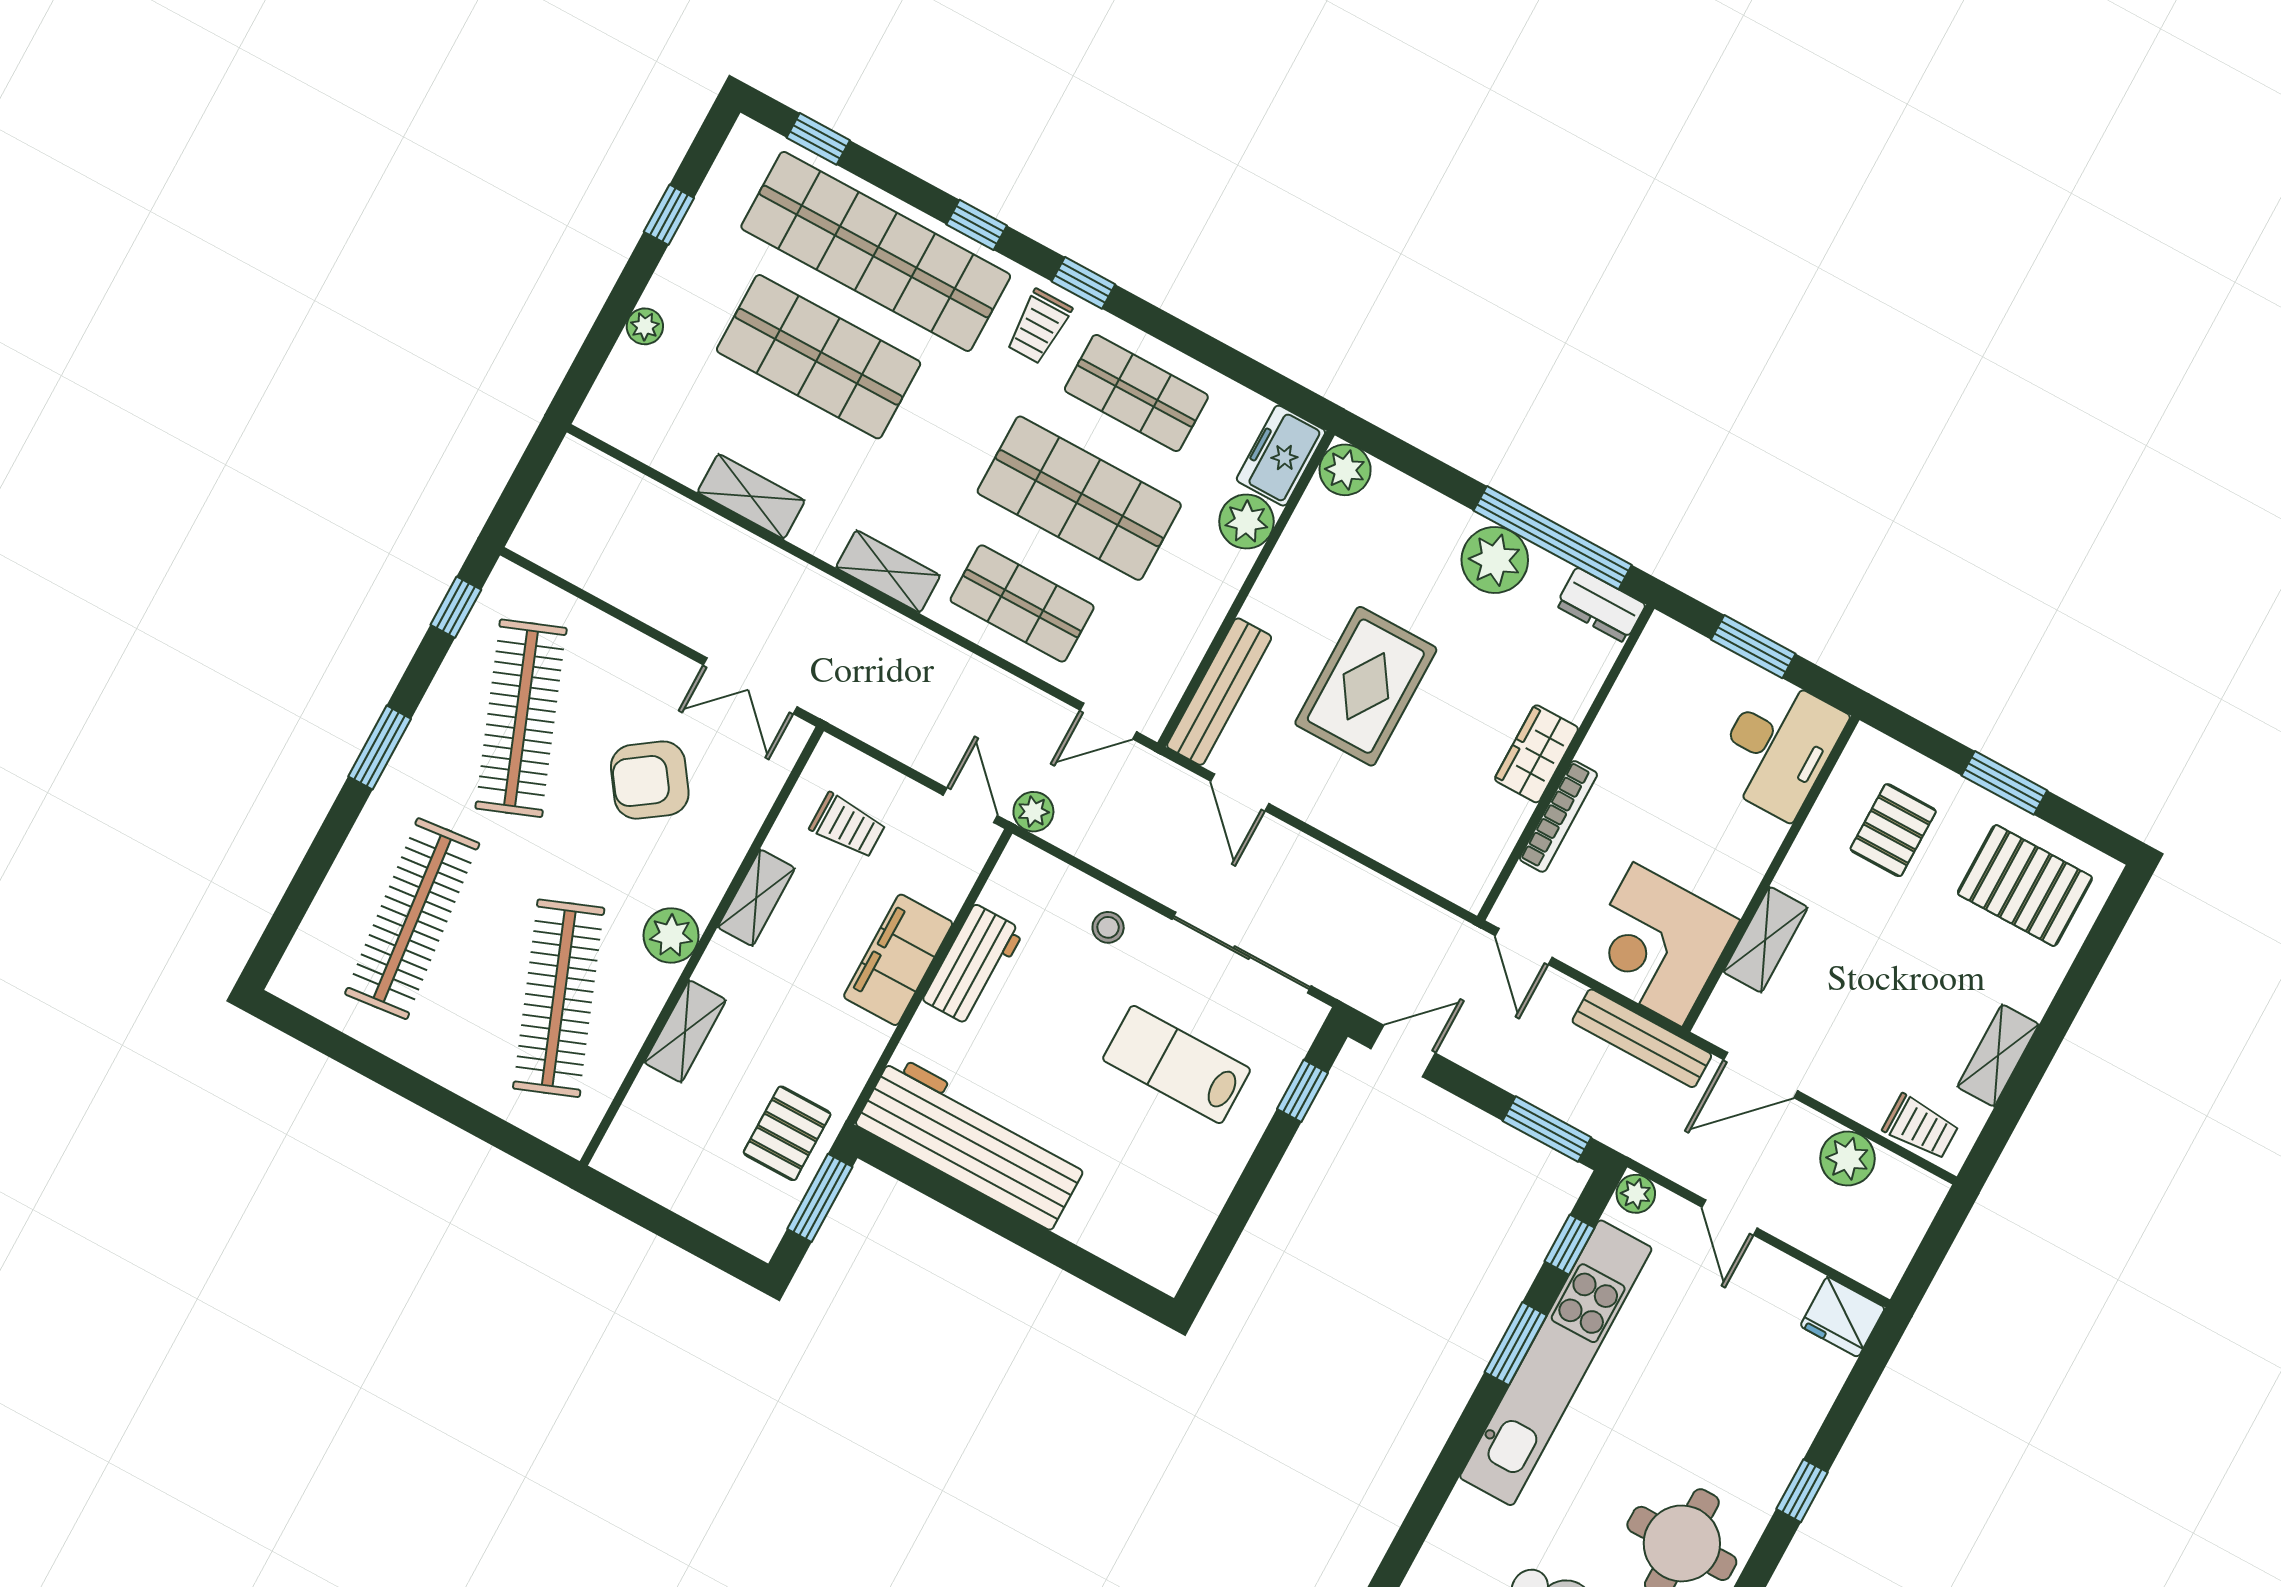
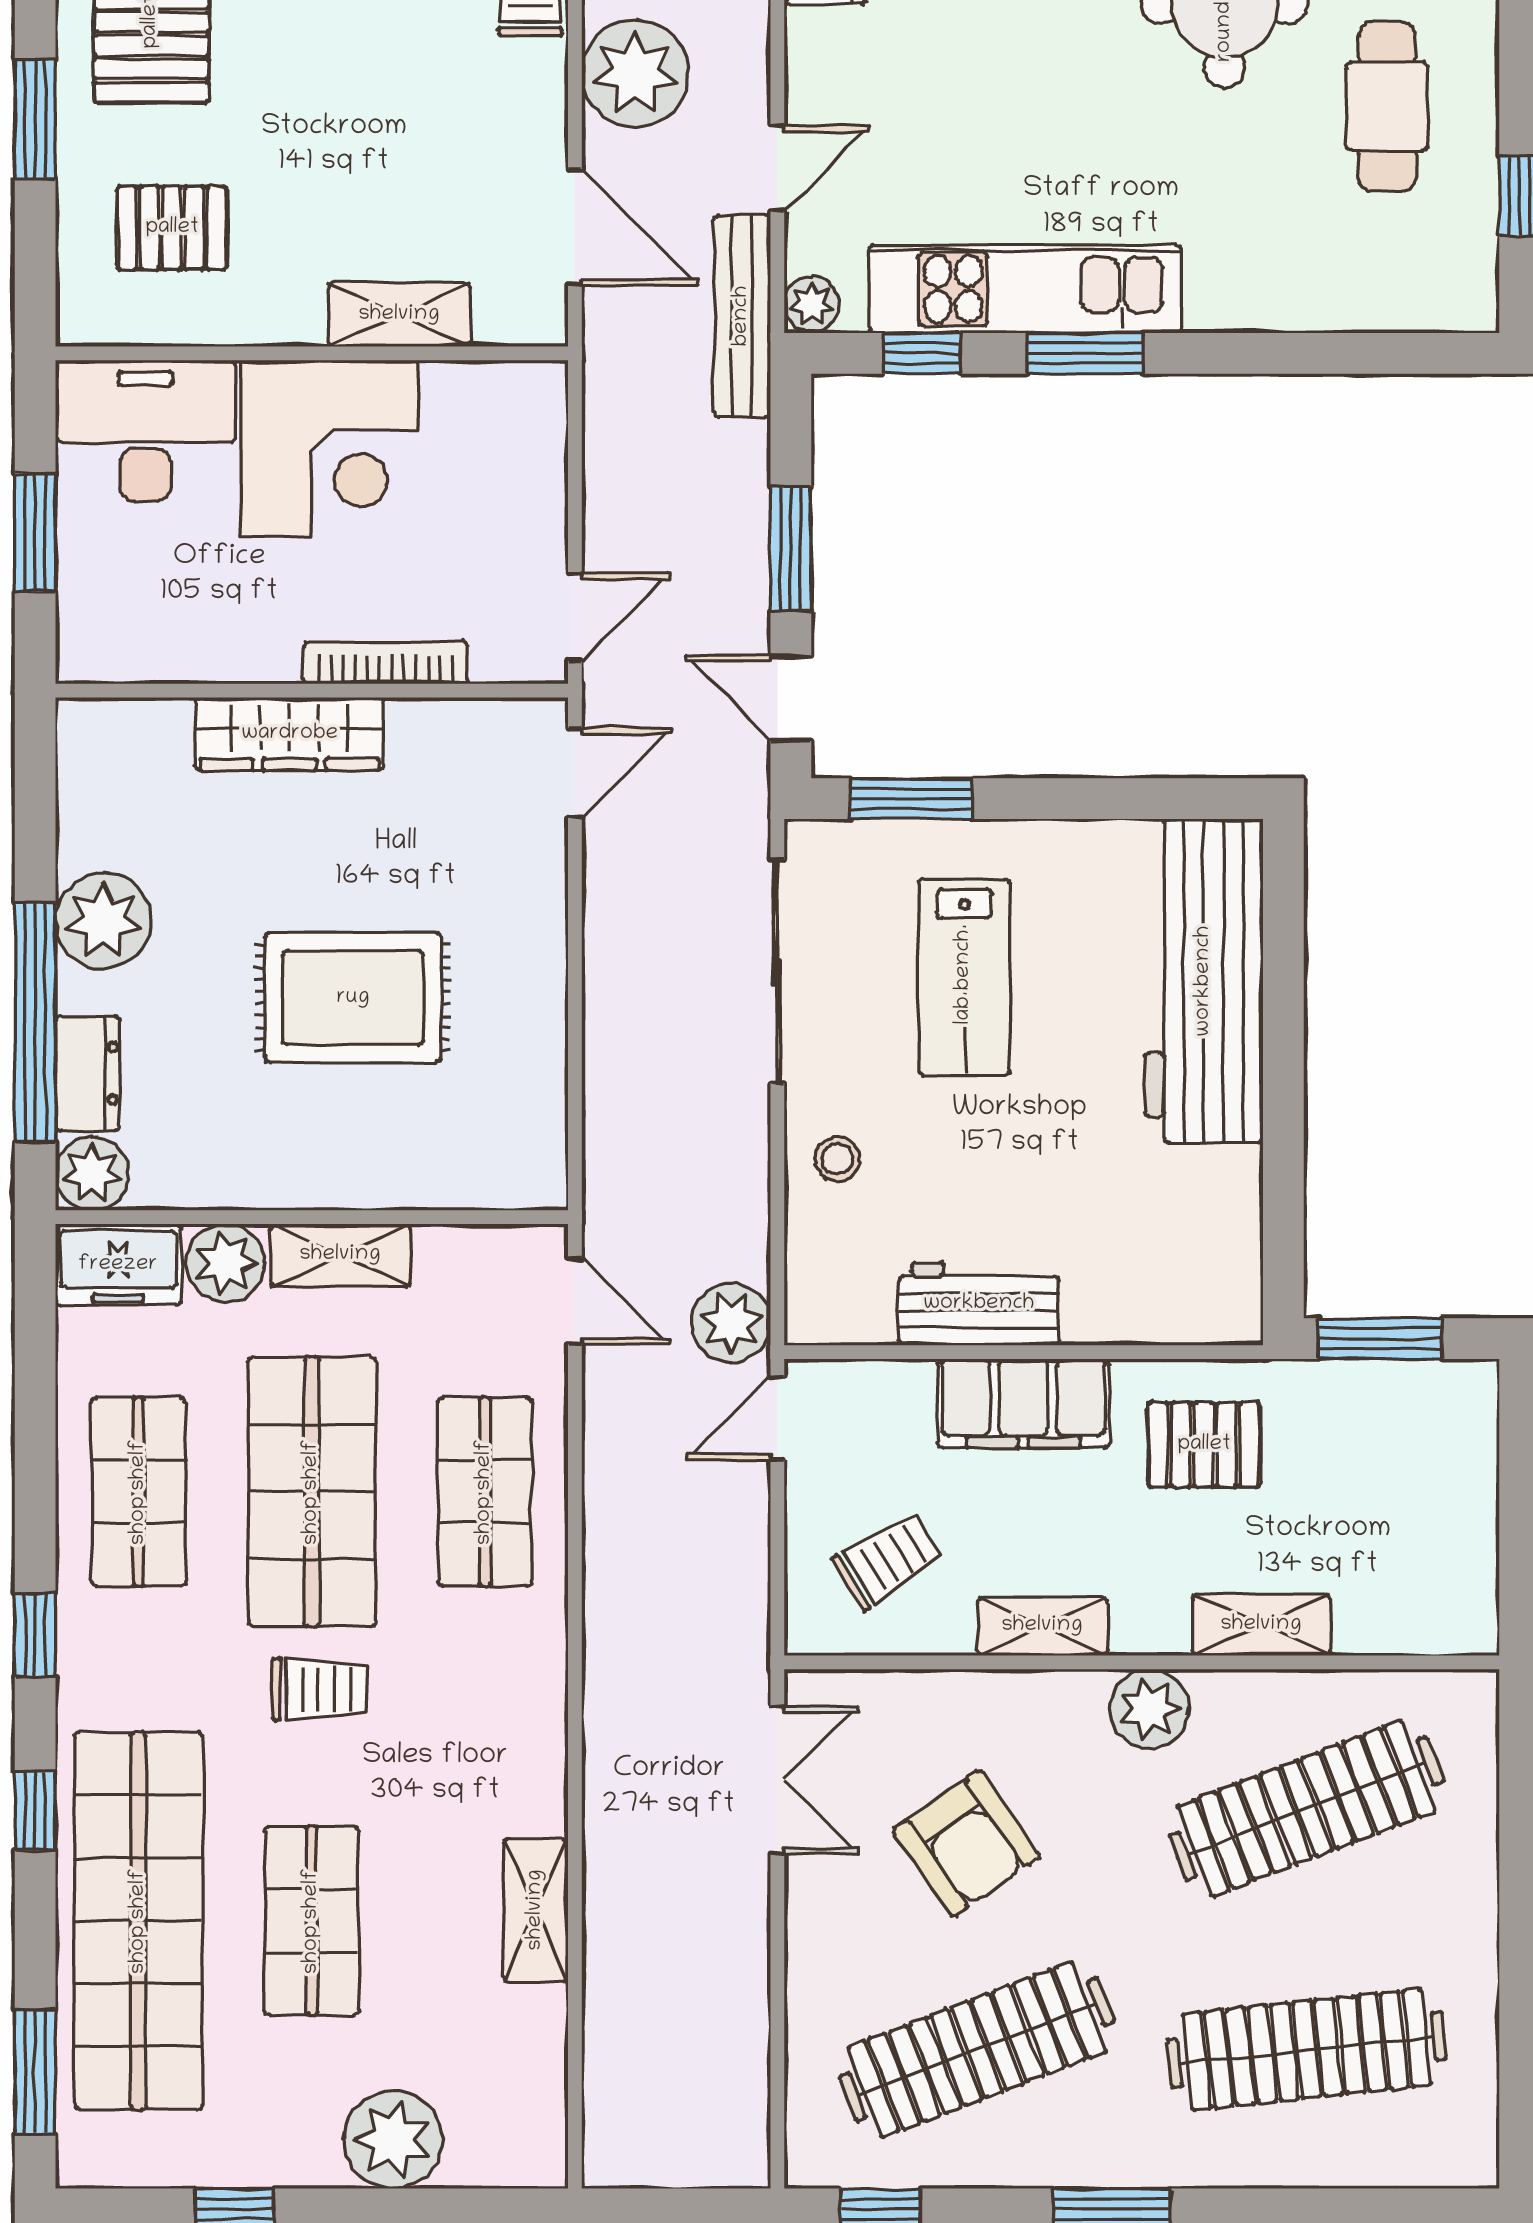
window: (818, 139) -> (35, 2072), width x1.50
plant: (645, 326) -> (393, 2140), width x1.87, depth x1.87
trolley: (1039, 326) -> (320, 1689), moved
shop shelf: (819, 357) -> (312, 1921), width x0.70, depth x0.74
window: (1553, 538) -> (35, 1022), moved
shelving: (888, 571) -> (340, 1255), moved, turned 90
dresser: (1601, 605) -> (88, 1074), moved
bench: (1219, 692) -> (461, 1180), removed
wardrobe: (1536, 754) -> (290, 734), width x1.50
door: (1240, 792) -> (575, 773), moved
plant: (1033, 812) -> (731, 1323), width x1.38, depth x1.38
trolley: (848, 826) -> (888, 1560), turned 58
corner desk: (1658, 944) -> (329, 448), moved
bench: (1642, 1038) -> (742, 316), moved
window: (1303, 1091) -> (911, 799), width x1.50
window: (1547, 1129) -> (791, 549), moved
pallet: (787, 1133) -> (1204, 1445), moved
workbench: (972, 1142) -> (1204, 981), moved
plant: (1847, 1158) -> (635, 74), width x1.36, depth x1.36
kitchen unit: (1556, 1363) -> (1025, 289), width x0.73

